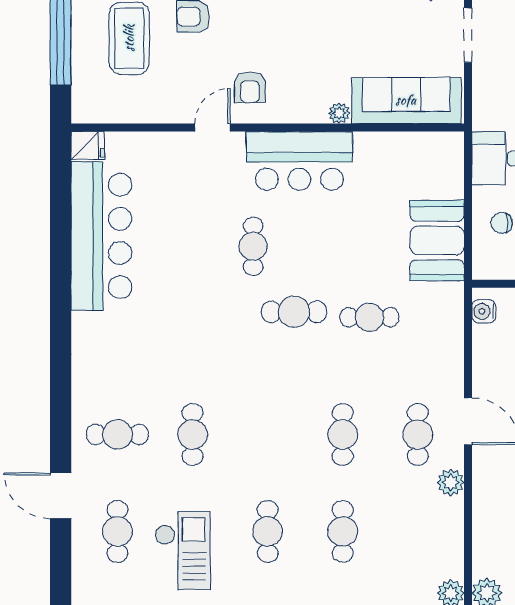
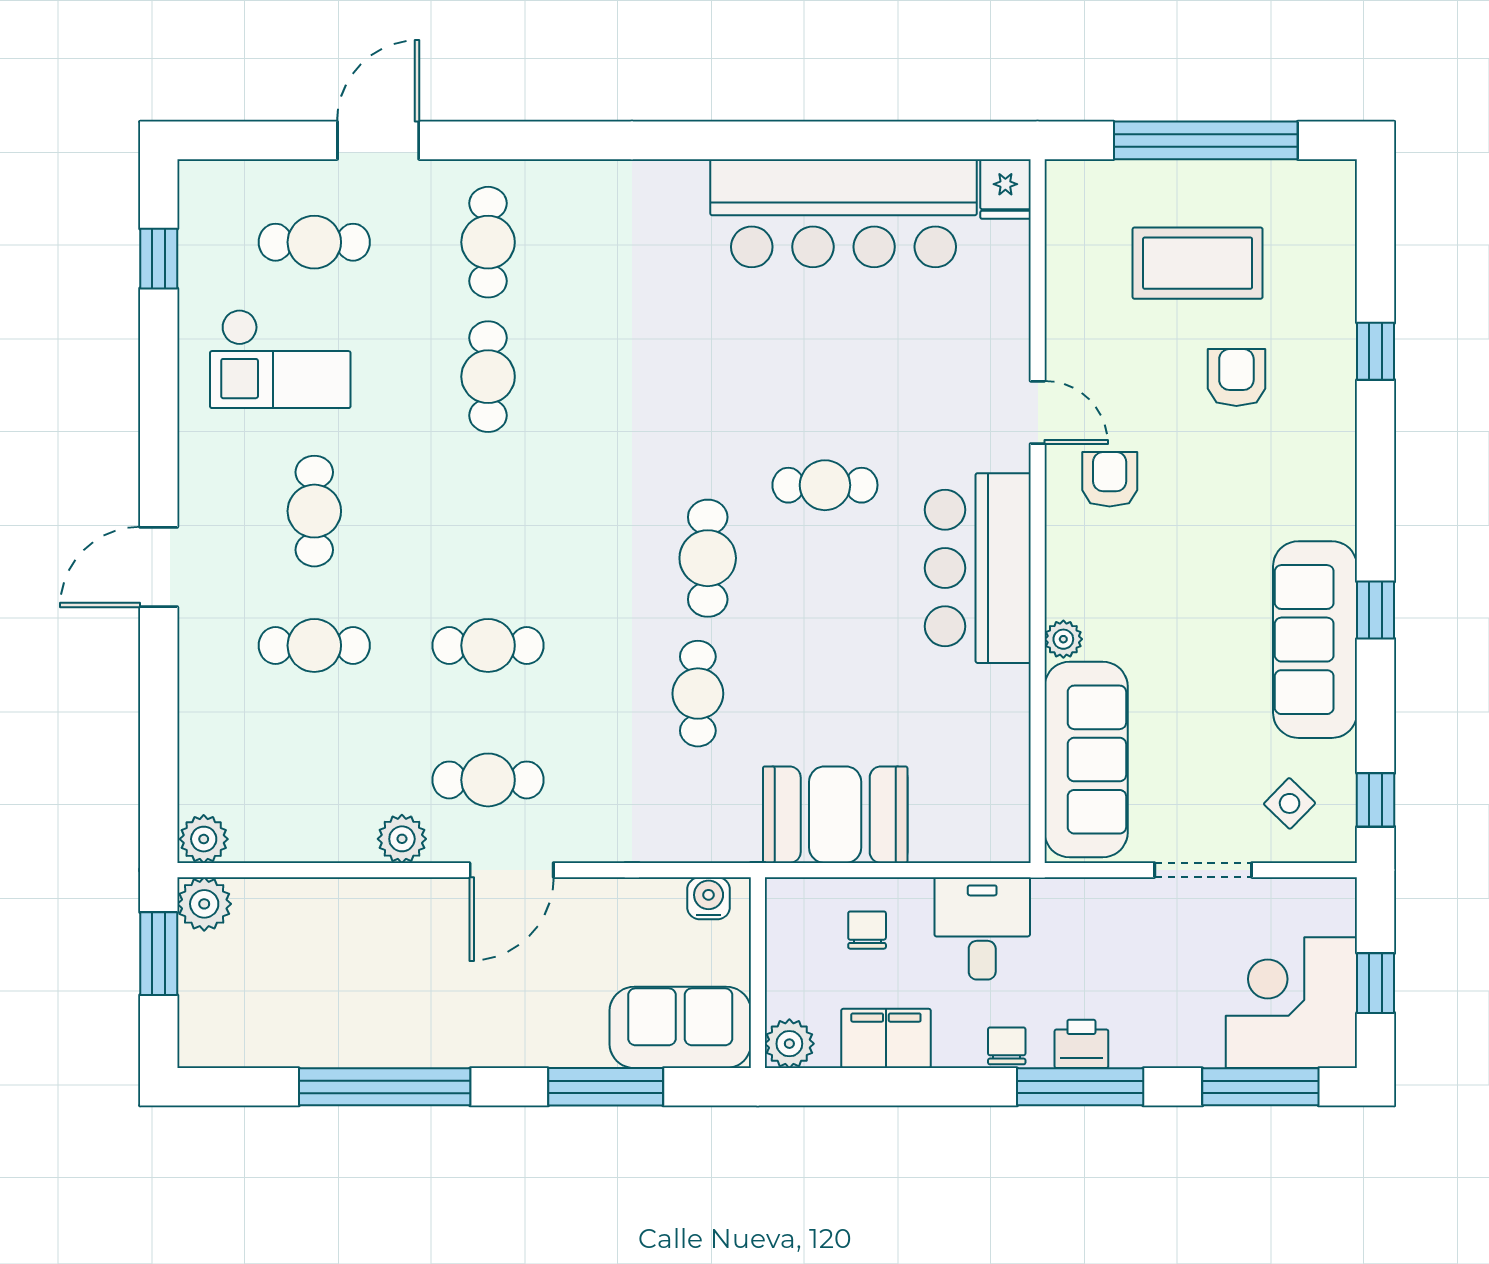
armchair: (250, 87) -> (1110, 479), turned 90
cafe table: (193, 434) -> (488, 377), turned 90
cafe table: (268, 531) -> (314, 511), turned 90

